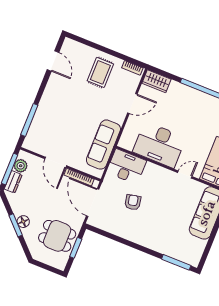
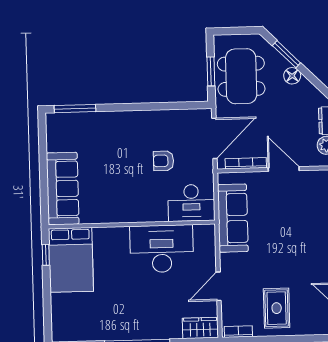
door: (185, 174) -> (113, 225), removed
armchair: (133, 202) -> (163, 161), turned 101
door: (93, 203) -> (214, 138), hinge flipped
window: (16, 225) -> (286, 54), moved
dining table: (57, 236) -> (241, 76), width x1.38

